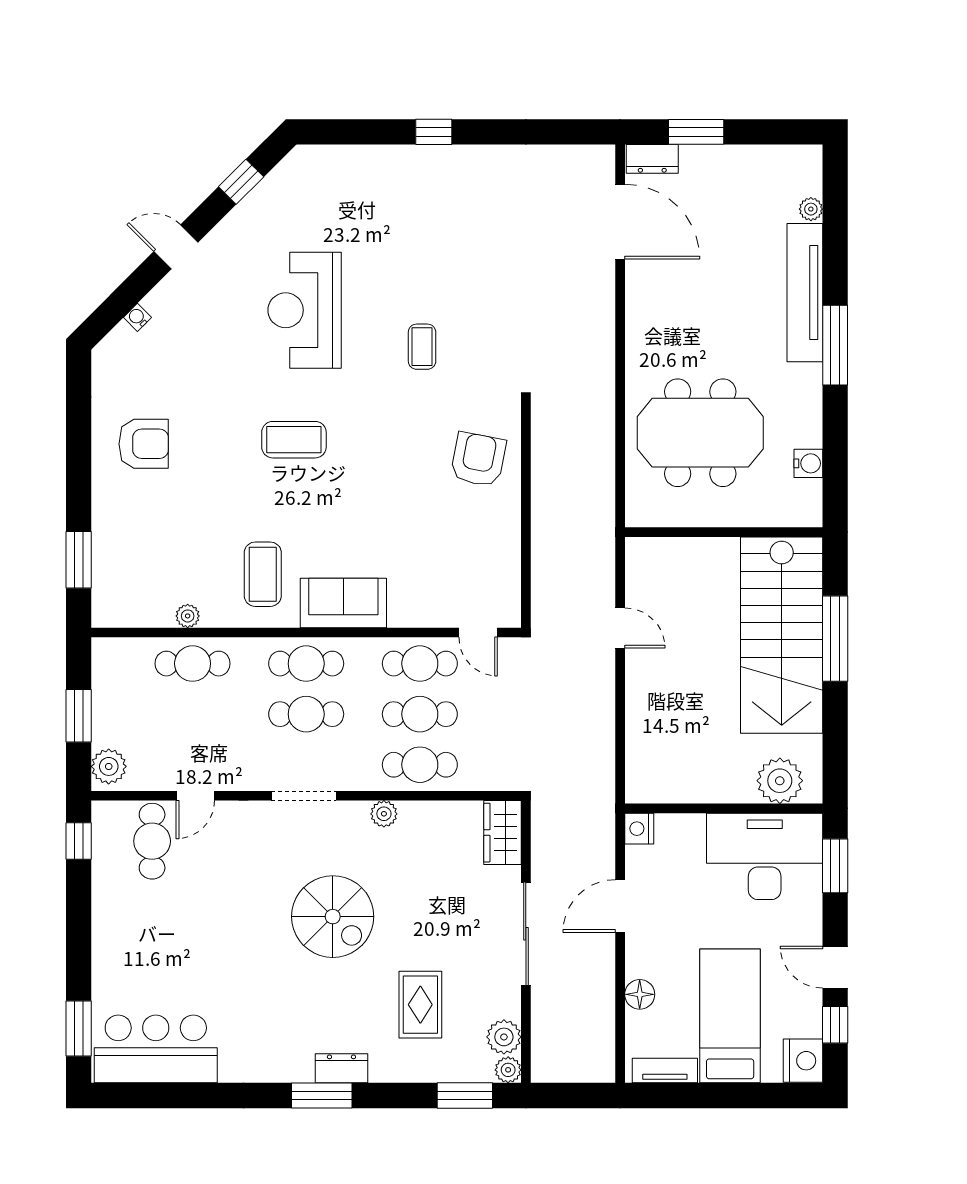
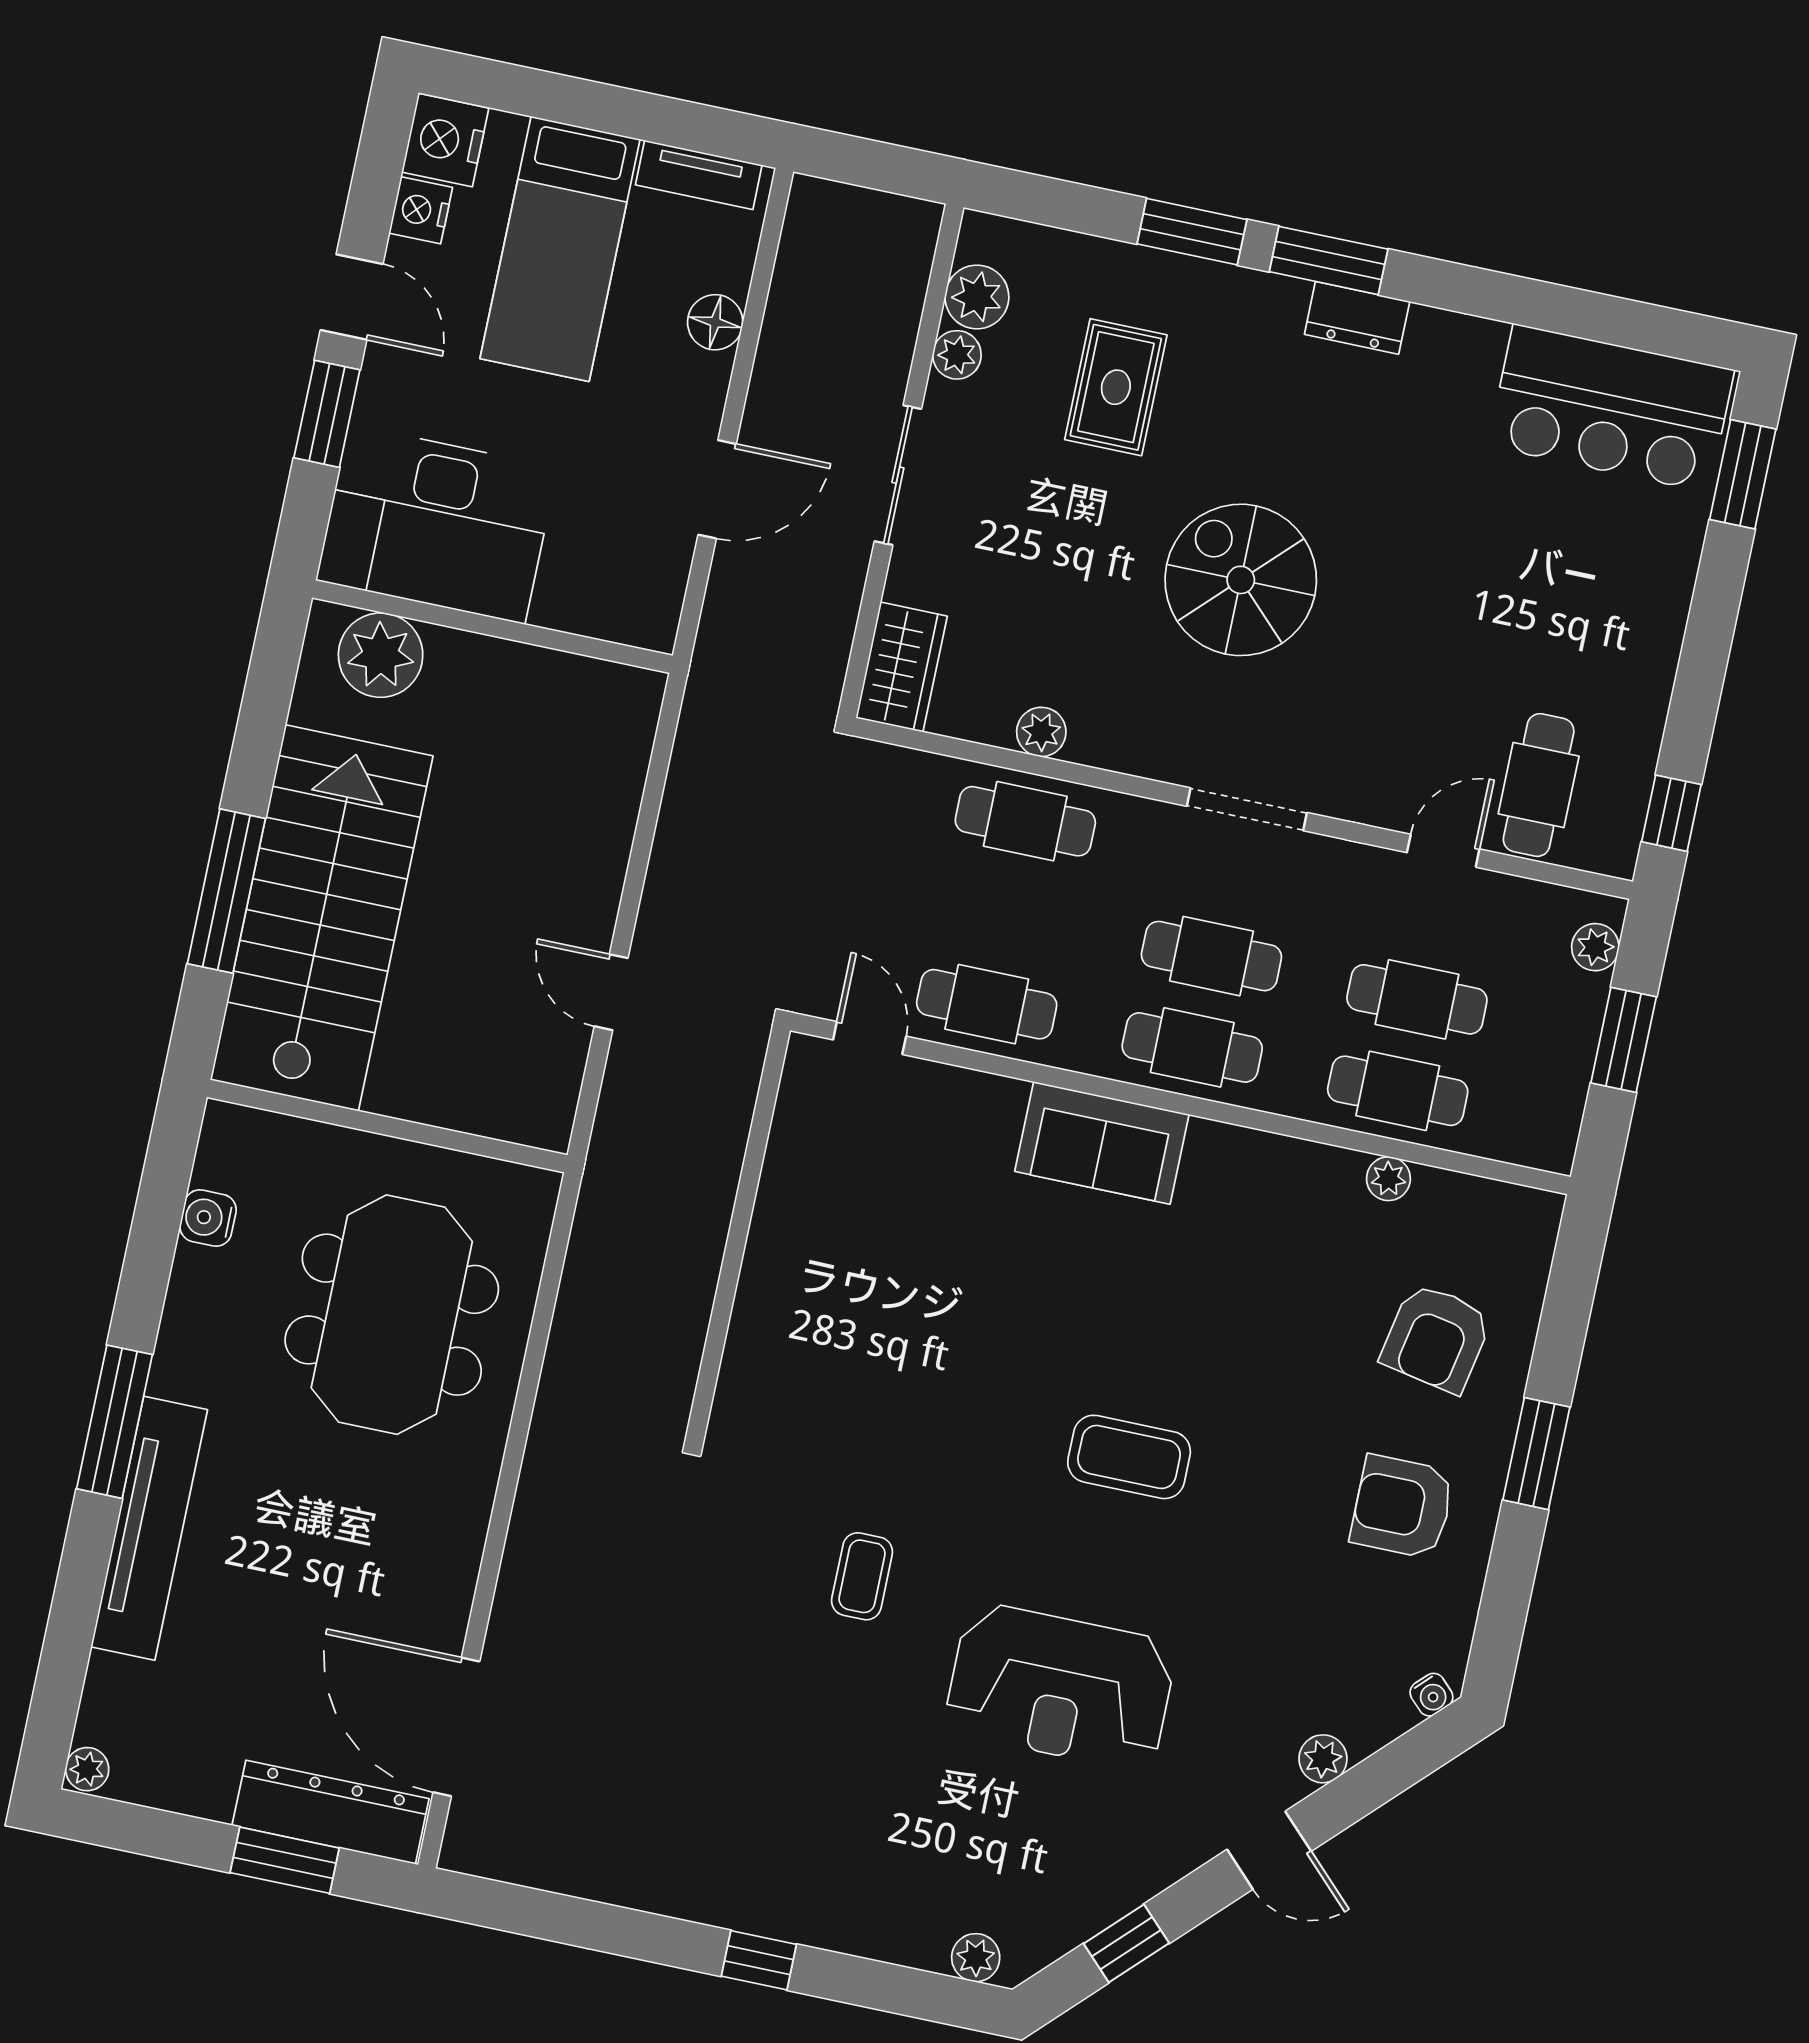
plant: (319, 157) -> (976, 1958), added
dresser: (652, 159) -> (331, 1812), width x1.96, depth x1.24
plant: (811, 209) -> (87, 1769), moved
plant: (158, 301) -> (1323, 1759), added
reception desk: (305, 310) -> (1060, 1687), turned 90
water cooler: (137, 317) -> (1431, 1695), moved
meeting table: (700, 433) -> (392, 1315), turned 90
armchair: (478, 460) -> (1436, 1338), moved
window: (79, 560) -> (1536, 1454), moved
coffee table: (263, 574) -> (1237, 1226), removed
cafe table: (420, 714) -> (1417, 999), moved
plant: (109, 766) -> (1595, 947), width x0.73, depth x0.73
plant: (384, 814) -> (1041, 732), moved
nightstand: (639, 829) -> (421, 210), moved, turned 180
window: (835, 866) -> (327, 414), moved
sliding door: (526, 934) -> (898, 475), width x0.73
window: (835, 1025) -> (374, 193), removed
dresser: (341, 1068) -> (1357, 318), moved
plant: (508, 1070) -> (957, 355), moved
window: (465, 1096) -> (1192, 232), moved

